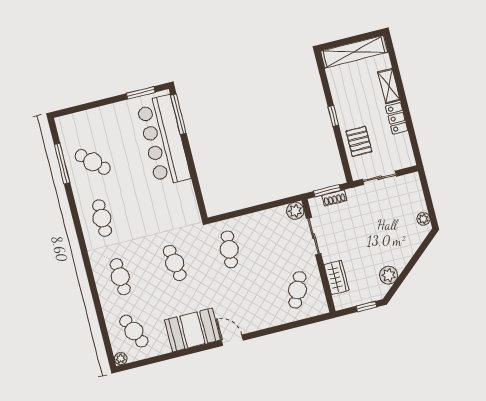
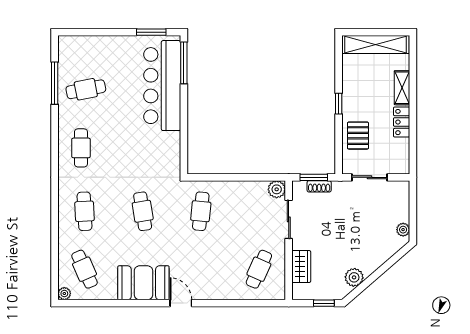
cafe table: (93, 162) -> (86, 89), turned -54

